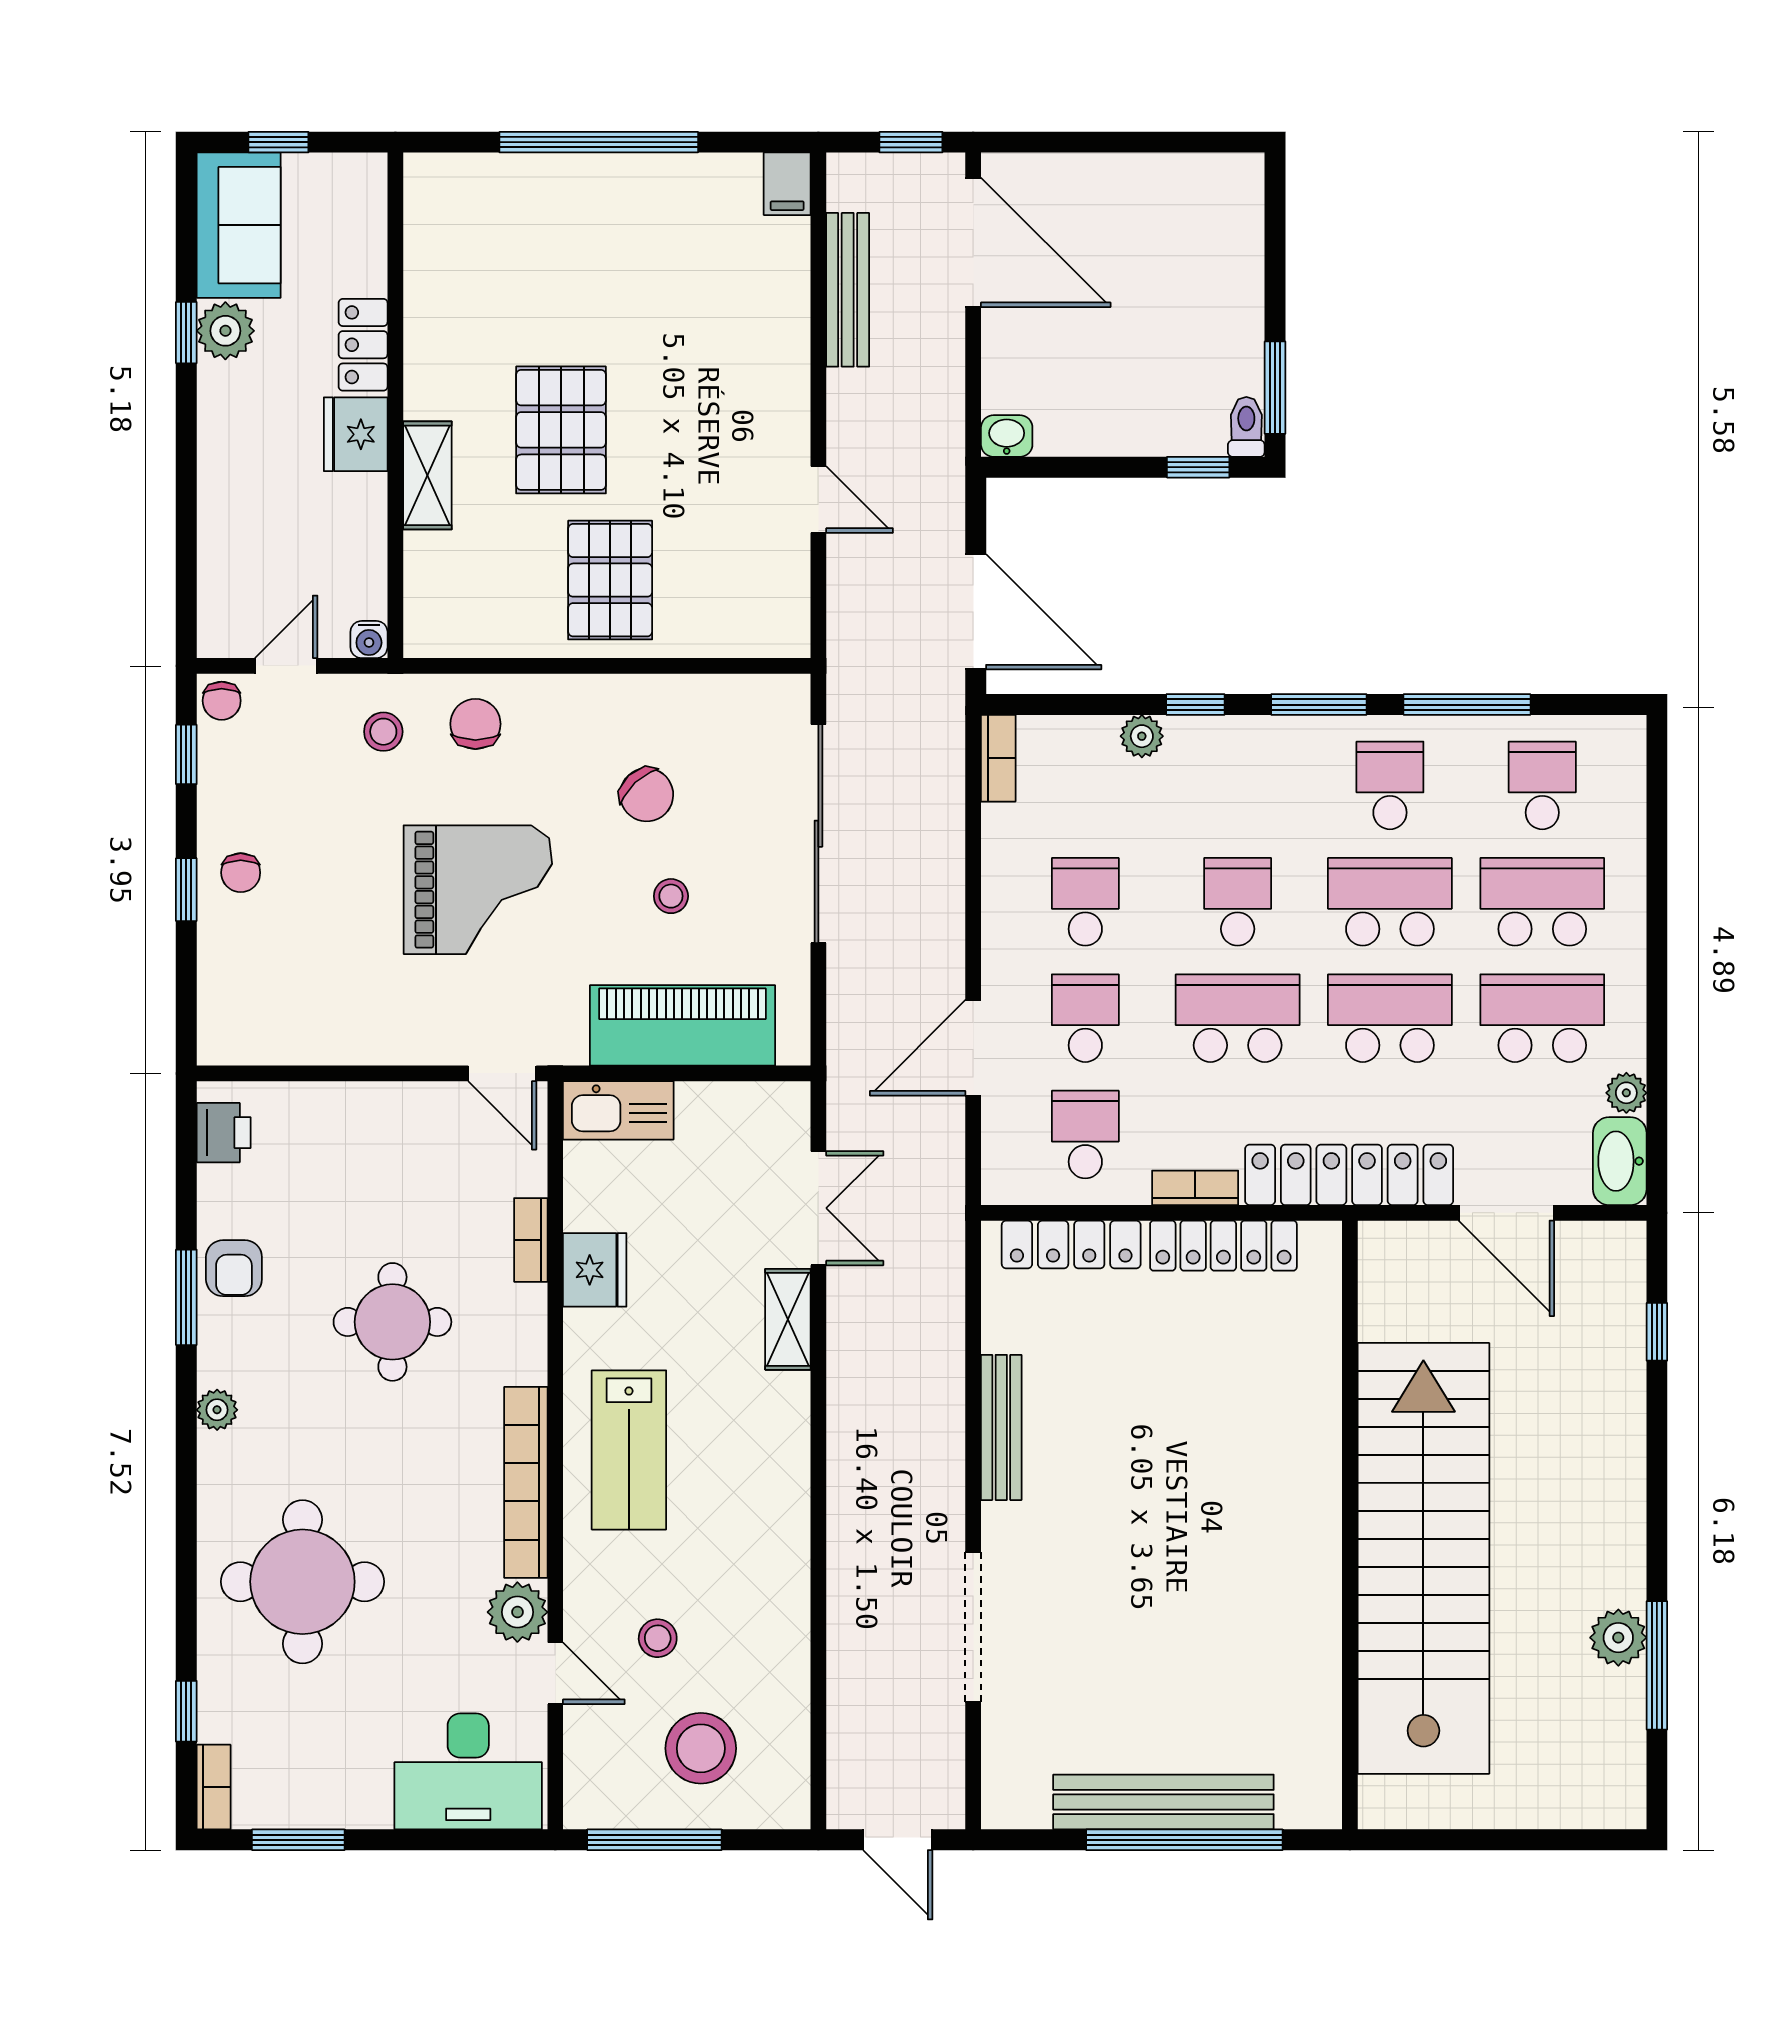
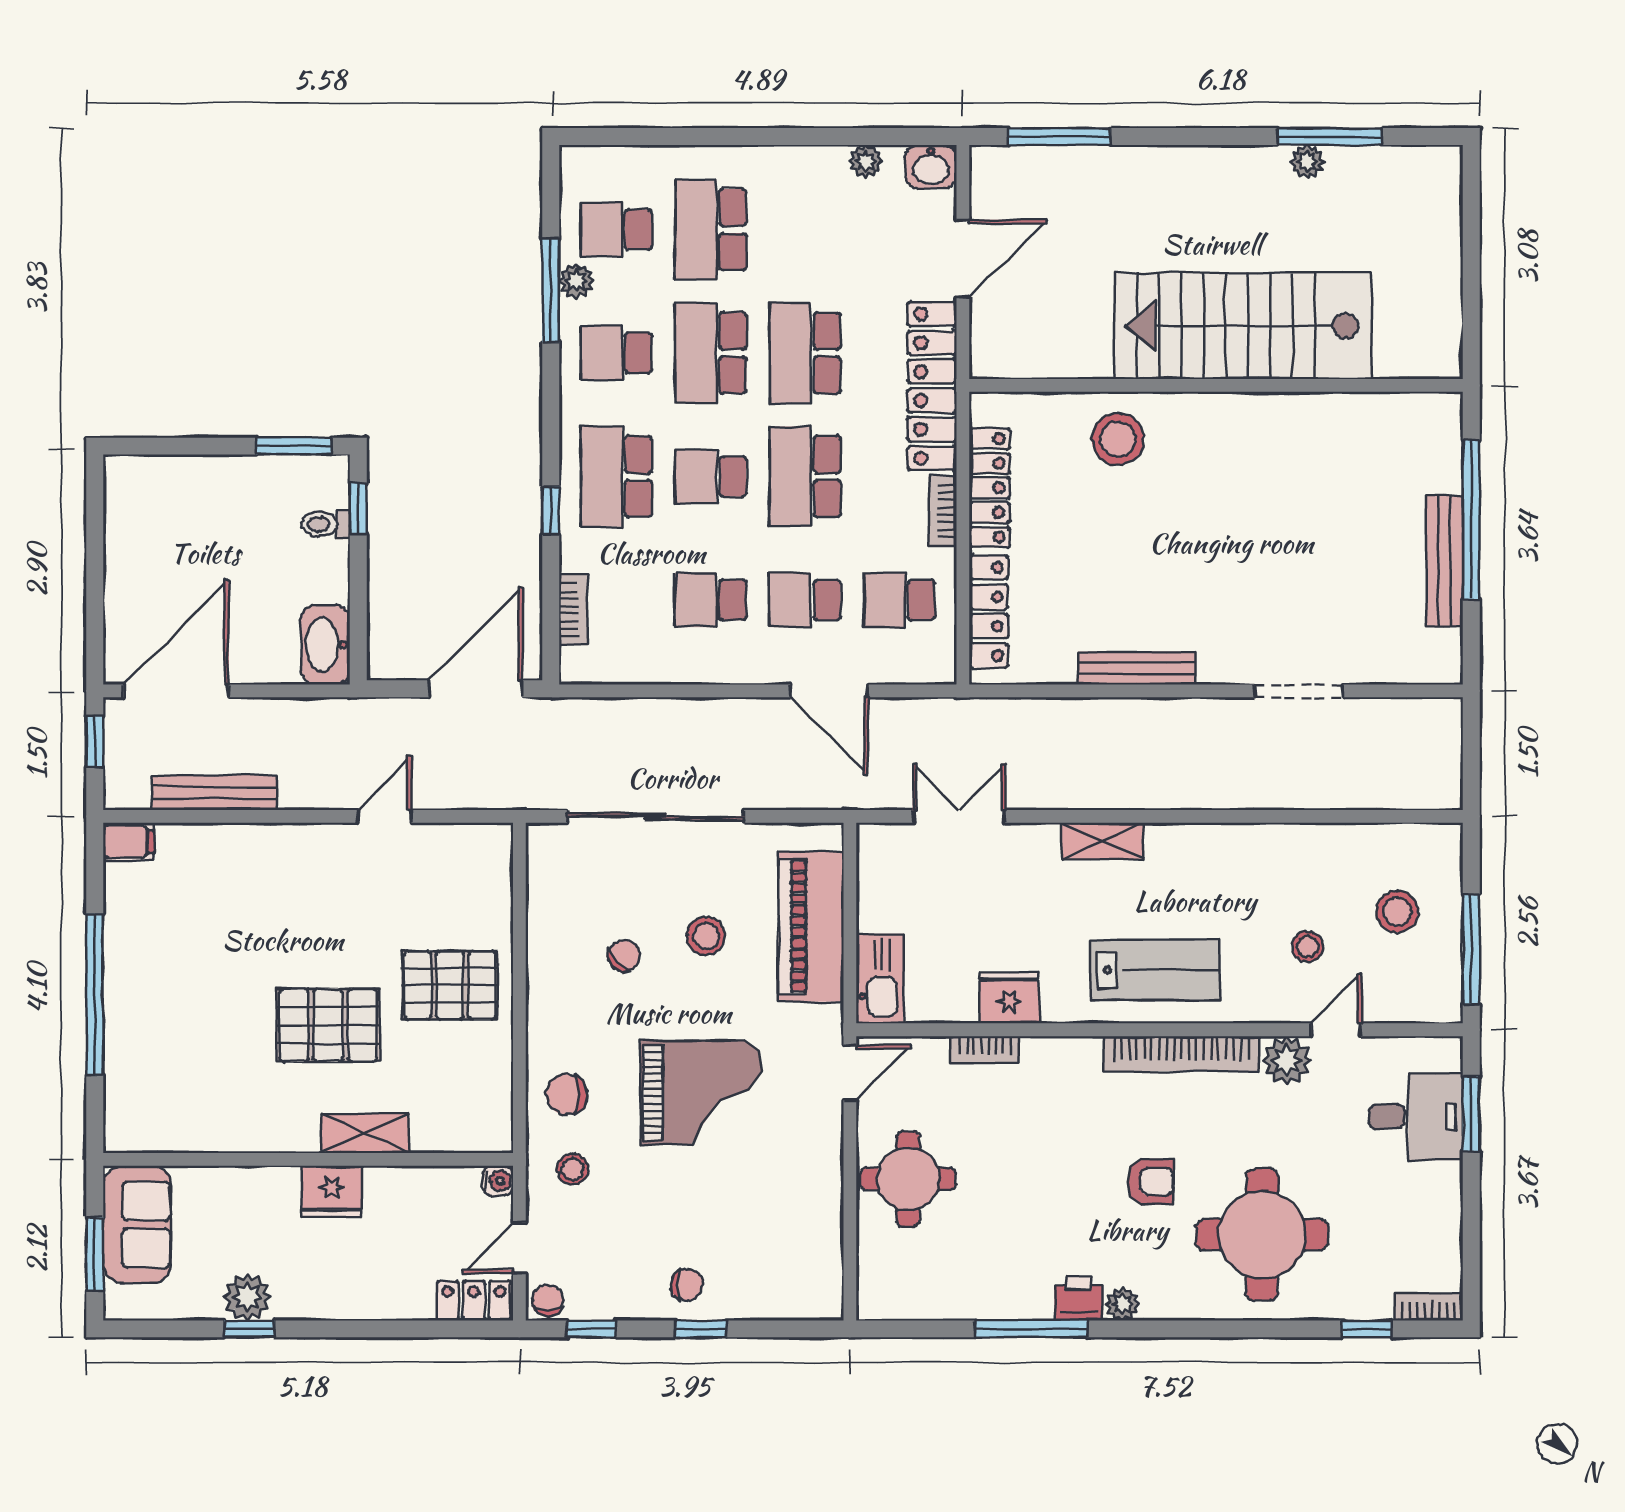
window: (278, 142) -> (95, 1254), width x1.50
sofa: (239, 225) -> (137, 1225), moved, turned 90
locker: (363, 345) -> (474, 1301), moved, turned 180
toilet: (1246, 427) -> (326, 524), moved
washbasin: (1007, 436) -> (326, 645), width x1.91, depth x1.45
door: (286, 666) -> (519, 1248), hinge flipped
chair: (222, 701) -> (548, 1300), turned -90
window: (1319, 705) -> (551, 411), removed
plant: (1142, 736) -> (576, 281), moved
bookcase: (998, 758) -> (573, 610), moved, turned 90
chair: (647, 795) -> (624, 956), width x0.73, depth x0.73
grand piano: (478, 890) -> (701, 1093), turned 90
stool: (671, 896) -> (706, 936), width x1.37, depth x1.37
school desk: (1542, 1018) -> (616, 476), moved
printer: (224, 1133) -> (1079, 1299), moved
washbasin: (1620, 1161) -> (931, 167), width x0.72
armchair: (234, 1268) -> (1151, 1182), moved
window: (186, 1297) -> (1031, 1329), width x1.44
shelving: (788, 1319) -> (1103, 841), moved
round table: (392, 1322) -> (908, 1179), moved
window: (1657, 1332) -> (1059, 137), width x2.17
stool: (1284, 1404) -> (1118, 439), added
stairs: (1423, 1558) -> (1243, 326), width x0.73
doorway: (973, 1627) -> (1299, 691), width x0.73
plant: (1618, 1638) -> (1307, 162), width x0.73, depth x0.73
stool: (701, 1748) -> (1397, 912), width x0.73, depth x0.73
desk: (468, 1771) -> (1416, 1117), width x0.73
bench: (1163, 1802) -> (1444, 561), width x0.73, depth x0.82
window: (298, 1840) -> (1471, 1114), moved
door: (898, 1840) -> (1471, 752), removed

